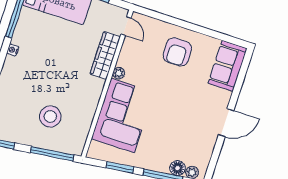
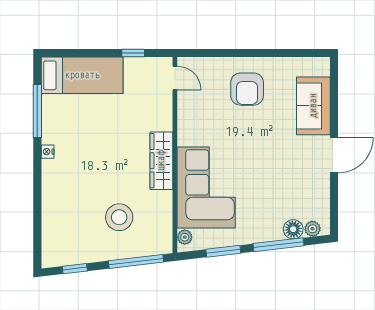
wardrobe: (105, 55) -> (161, 161), moved
sofa: (228, 66) -> (313, 106), moved
plant: (119, 73) -> (185, 237), moved

